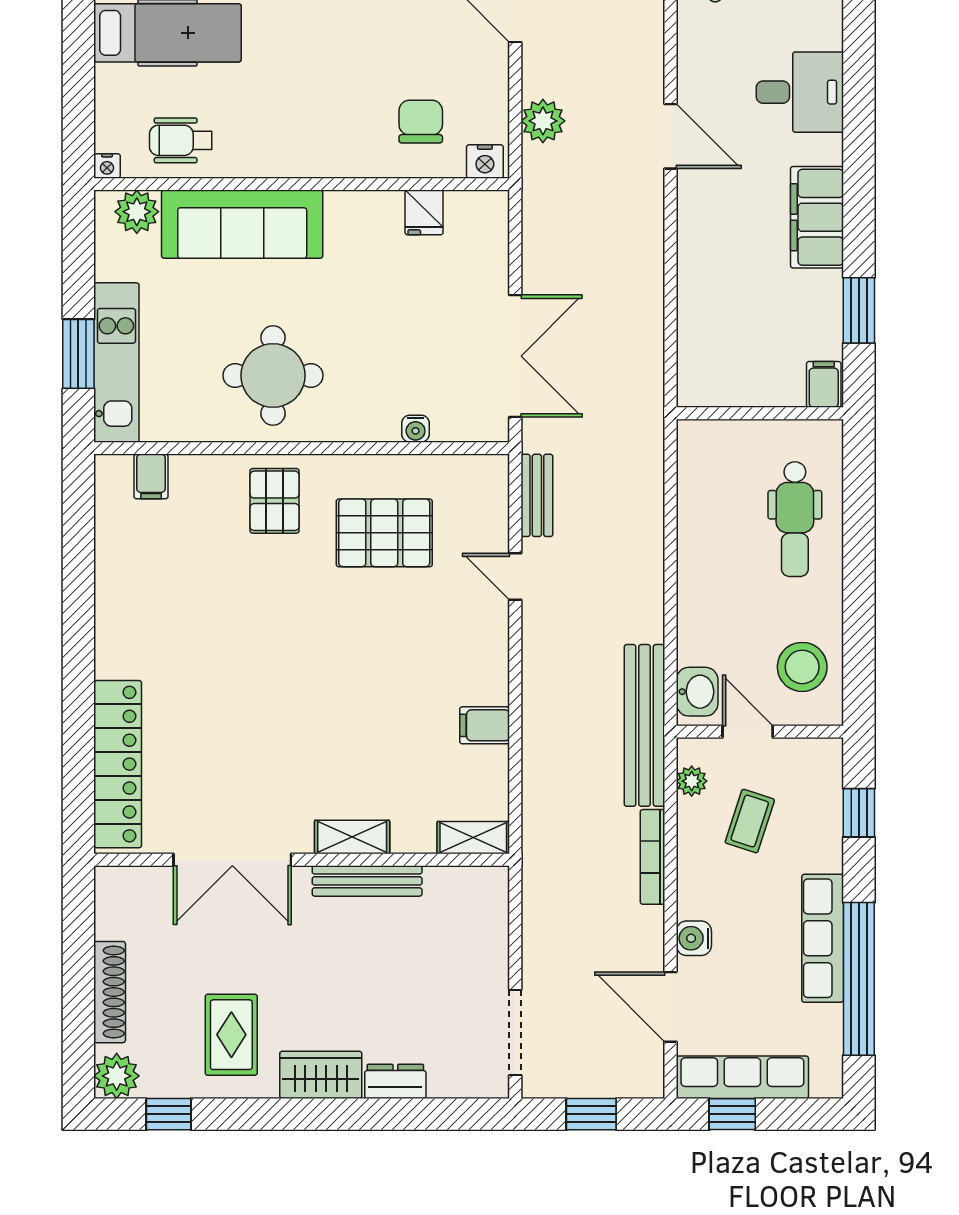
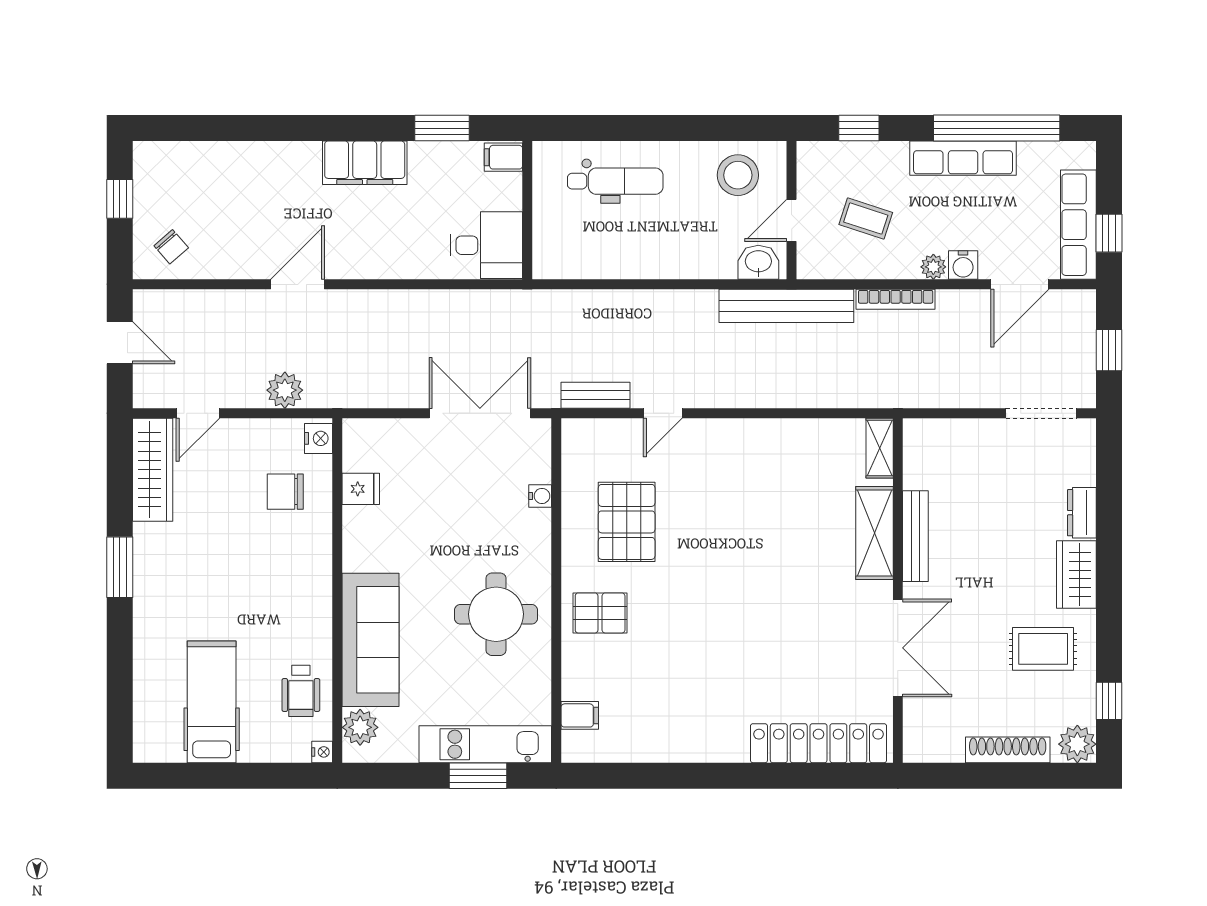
desk: (800, 92) -> (486, 245), moved, turned 90
filing cabinet: (485, 725) -> (786, 439), removed
plant: (692, 781) -> (933, 267), moved
shelving: (352, 837) -> (874, 533), width x1.50, depth x1.33

